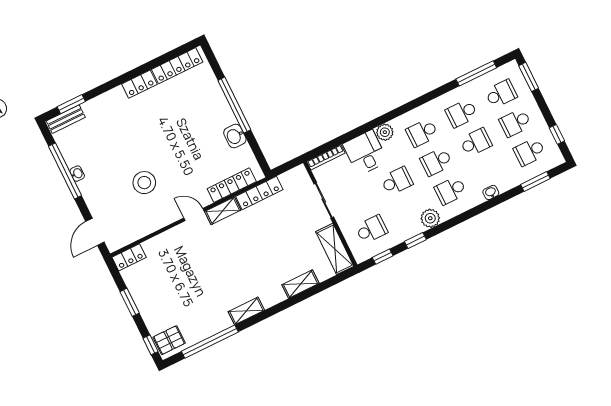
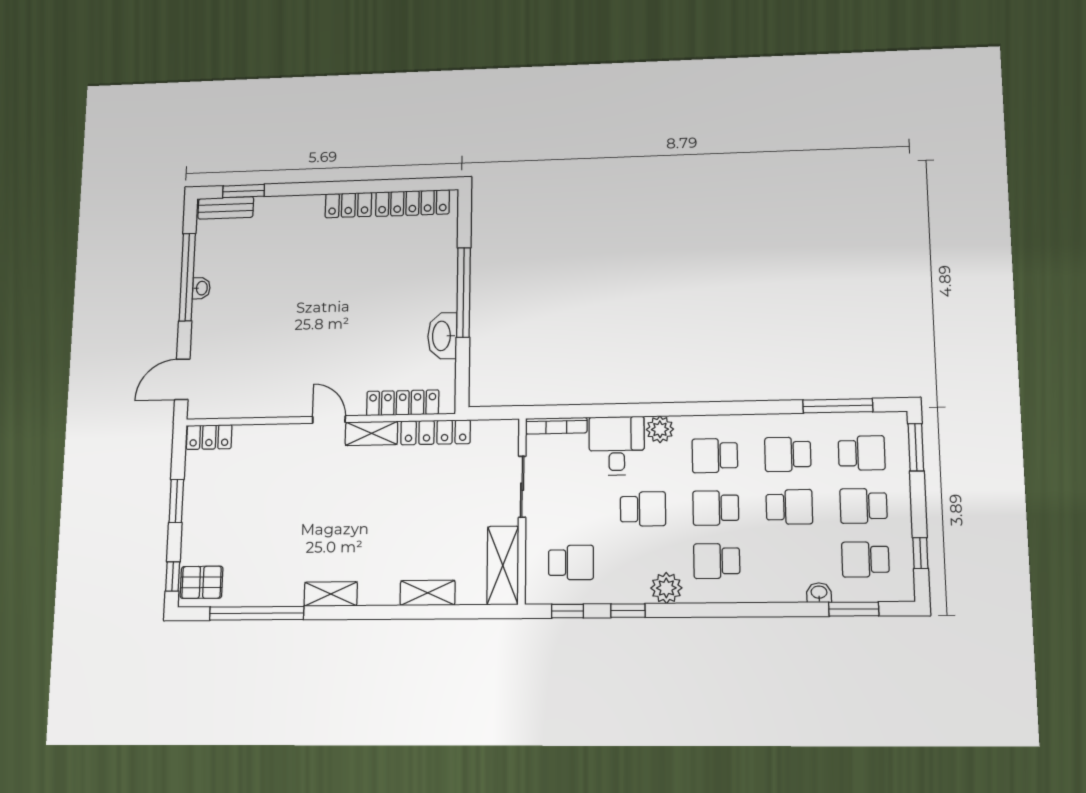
washbasin: (235, 136) -> (442, 336), width x1.38
stool: (144, 183) -> (284, 343), removed
washbasin: (491, 192) -> (819, 593), moved

